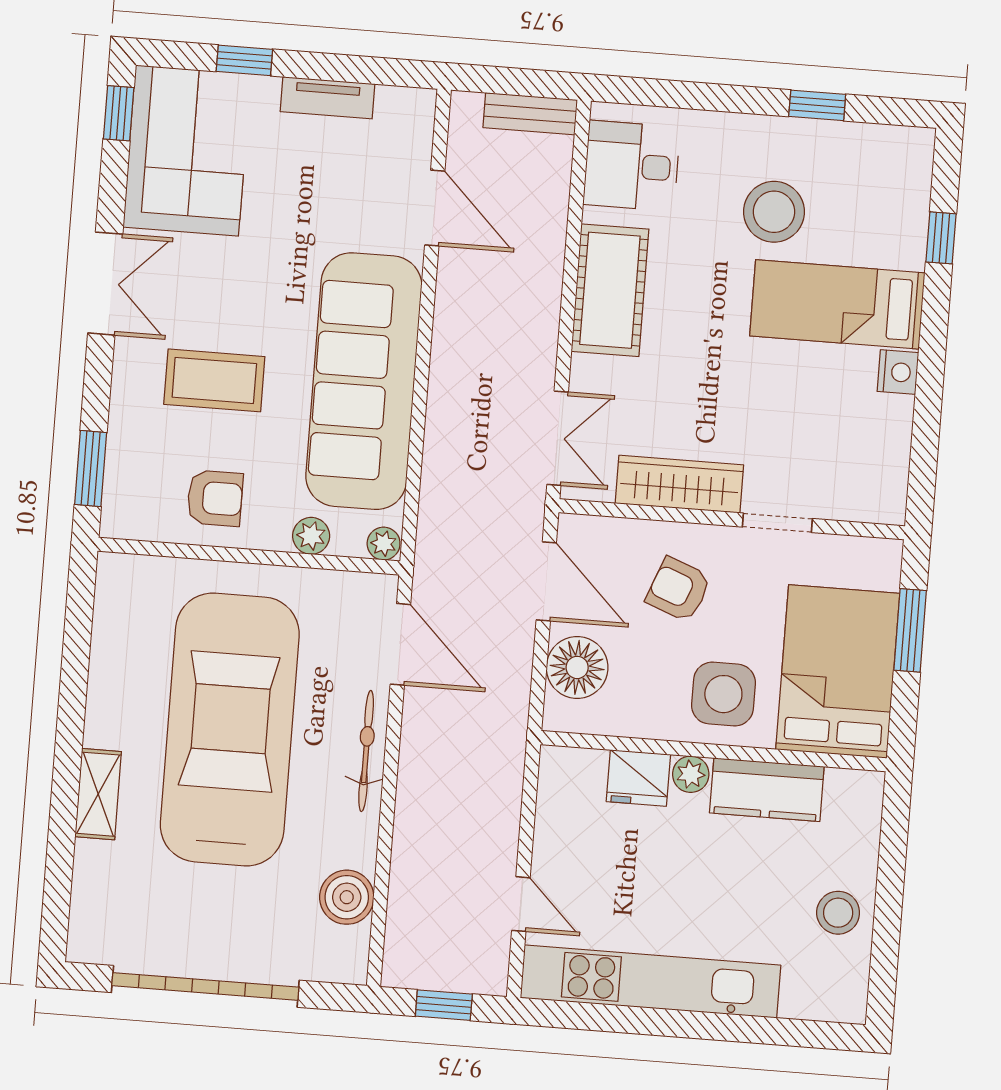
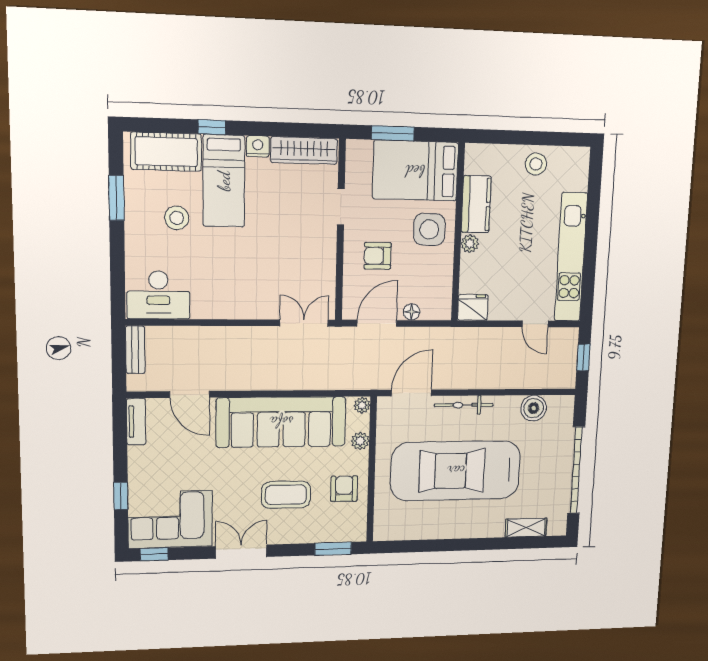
tv unit: (328, 98) -> (136, 422), moved
window: (817, 105) -> (116, 198), width x1.50
desk: (631, 166) -> (158, 295), width x1.37
door: (435, 208) -> (190, 394), swing flipped
stool: (774, 212) -> (177, 218), width x0.73, depth x0.73
window: (941, 238) -> (212, 127), moved
cot: (610, 290) -> (166, 152), moved
coffee table: (214, 380) -> (286, 495), turned 90
wardrobe: (679, 484) -> (304, 150), moved, turned -90
armchair: (679, 589) -> (378, 256), turned 69
floor lamp: (577, 667) -> (412, 312), width x0.53, depth x0.53
fridge: (638, 778) -> (473, 307), moved, turned -90
shelving: (98, 794) -> (526, 528), moved
door: (521, 904) -> (535, 324), swing flipped

